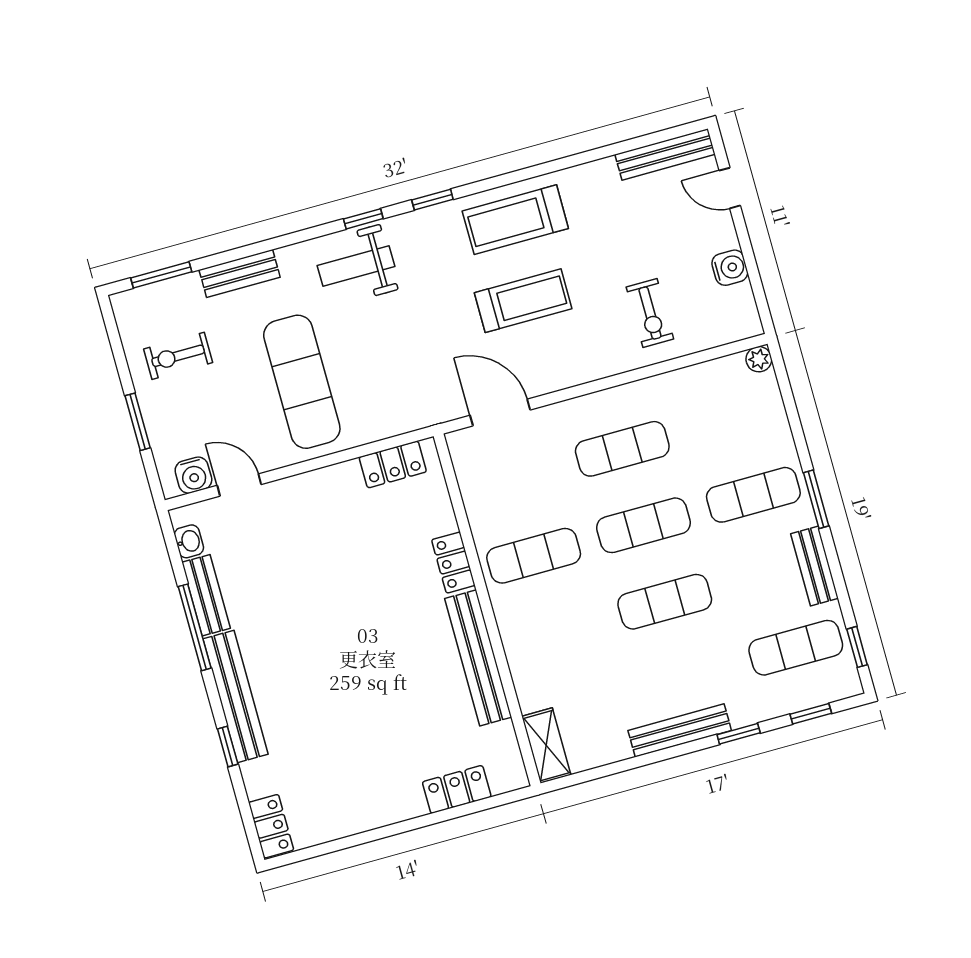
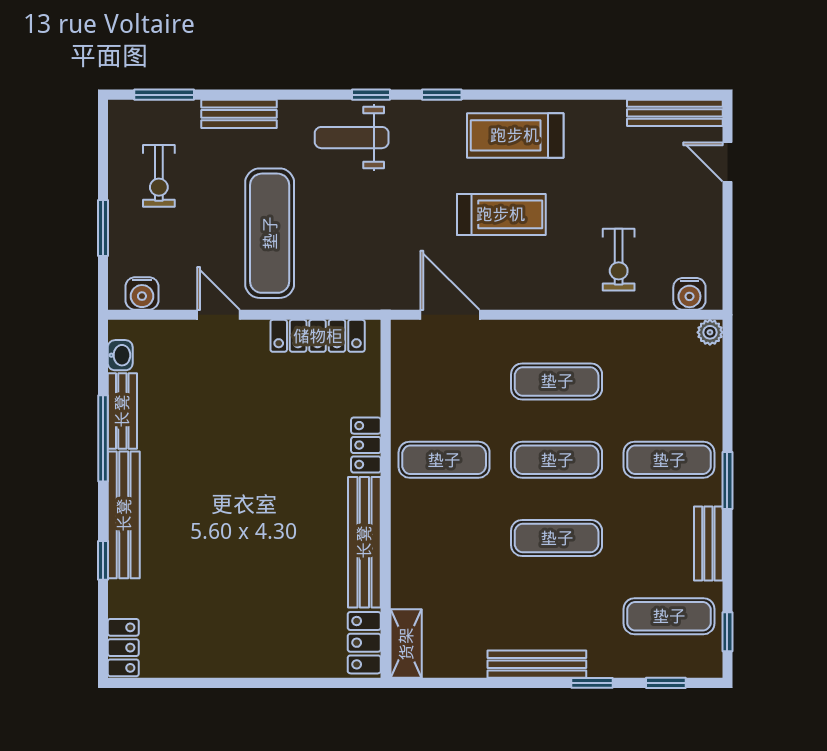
water cooler: (730, 268) -> (689, 294), moved, turned 90
exercise bike: (178, 356) -> (159, 176), turned -90
locker: (393, 464) -> (318, 336), width x1.53
door: (239, 485) -> (219, 315), moved
locker: (457, 789) -> (364, 643), moved, turned -90

